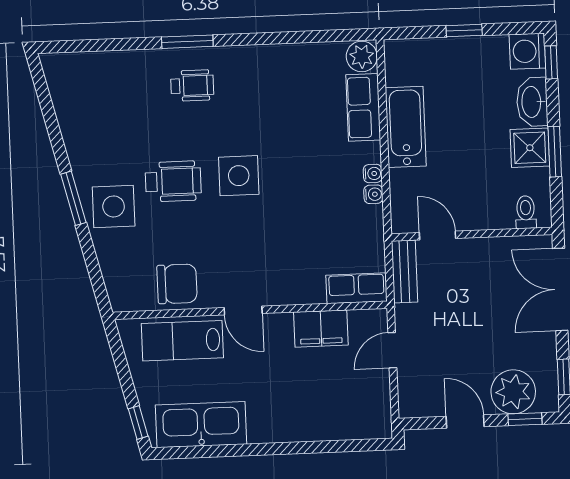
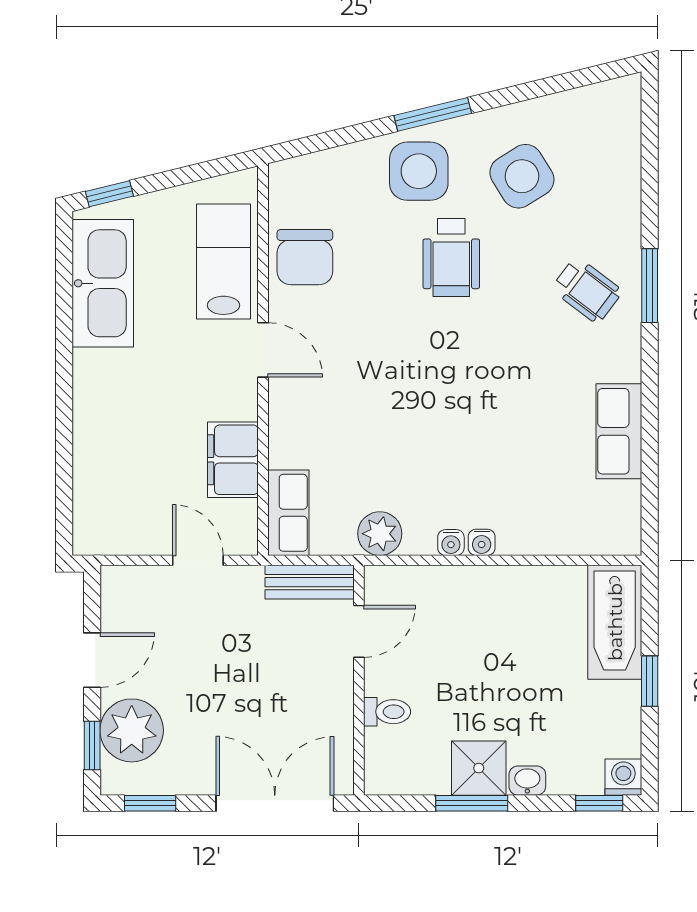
washing machine: (527, 51) -> (623, 777), width x0.73, depth x0.73
plant: (362, 56) -> (380, 534), moved
wheelchair: (192, 85) -> (587, 290), turned -53
washbasin: (532, 102) -> (527, 781), width x0.52, depth x0.69
row of seats: (363, 107) -> (619, 431), moved, turned -90
bathtub: (406, 127) -> (615, 622), moved, turned 90
side table: (239, 176) -> (522, 176), moved, turned -32
water cooler: (373, 194) -> (482, 542), moved
toilet: (526, 212) -> (387, 712), moved
door: (243, 311) -> (263, 350), swing flipped

